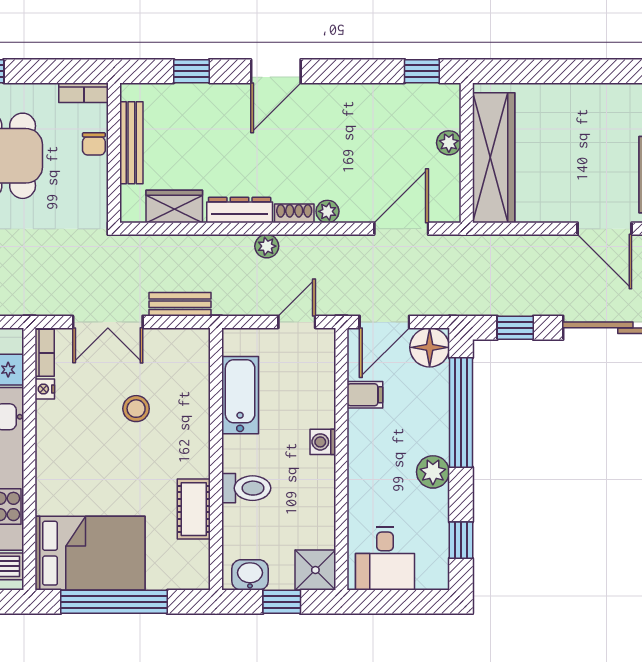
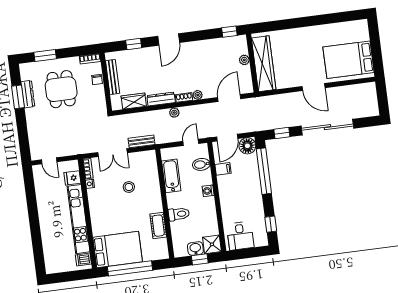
bidet: (315, 377) -> (201, 164), added
plant: (433, 472) -> (255, 197), removed
washbasin: (250, 575) -> (195, 249), moved

